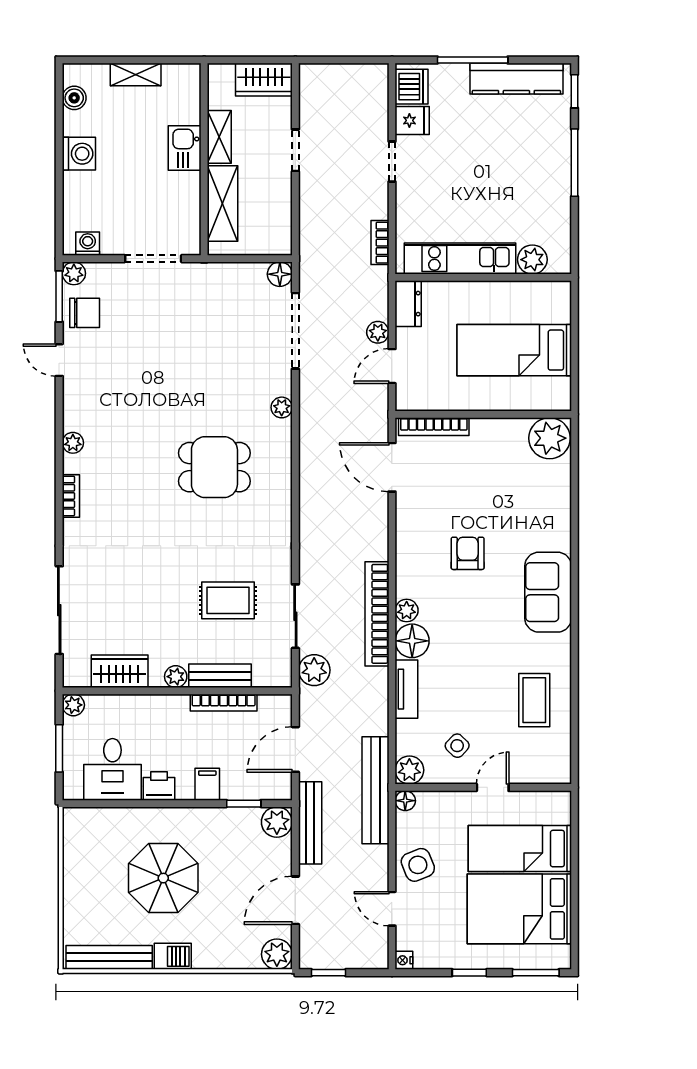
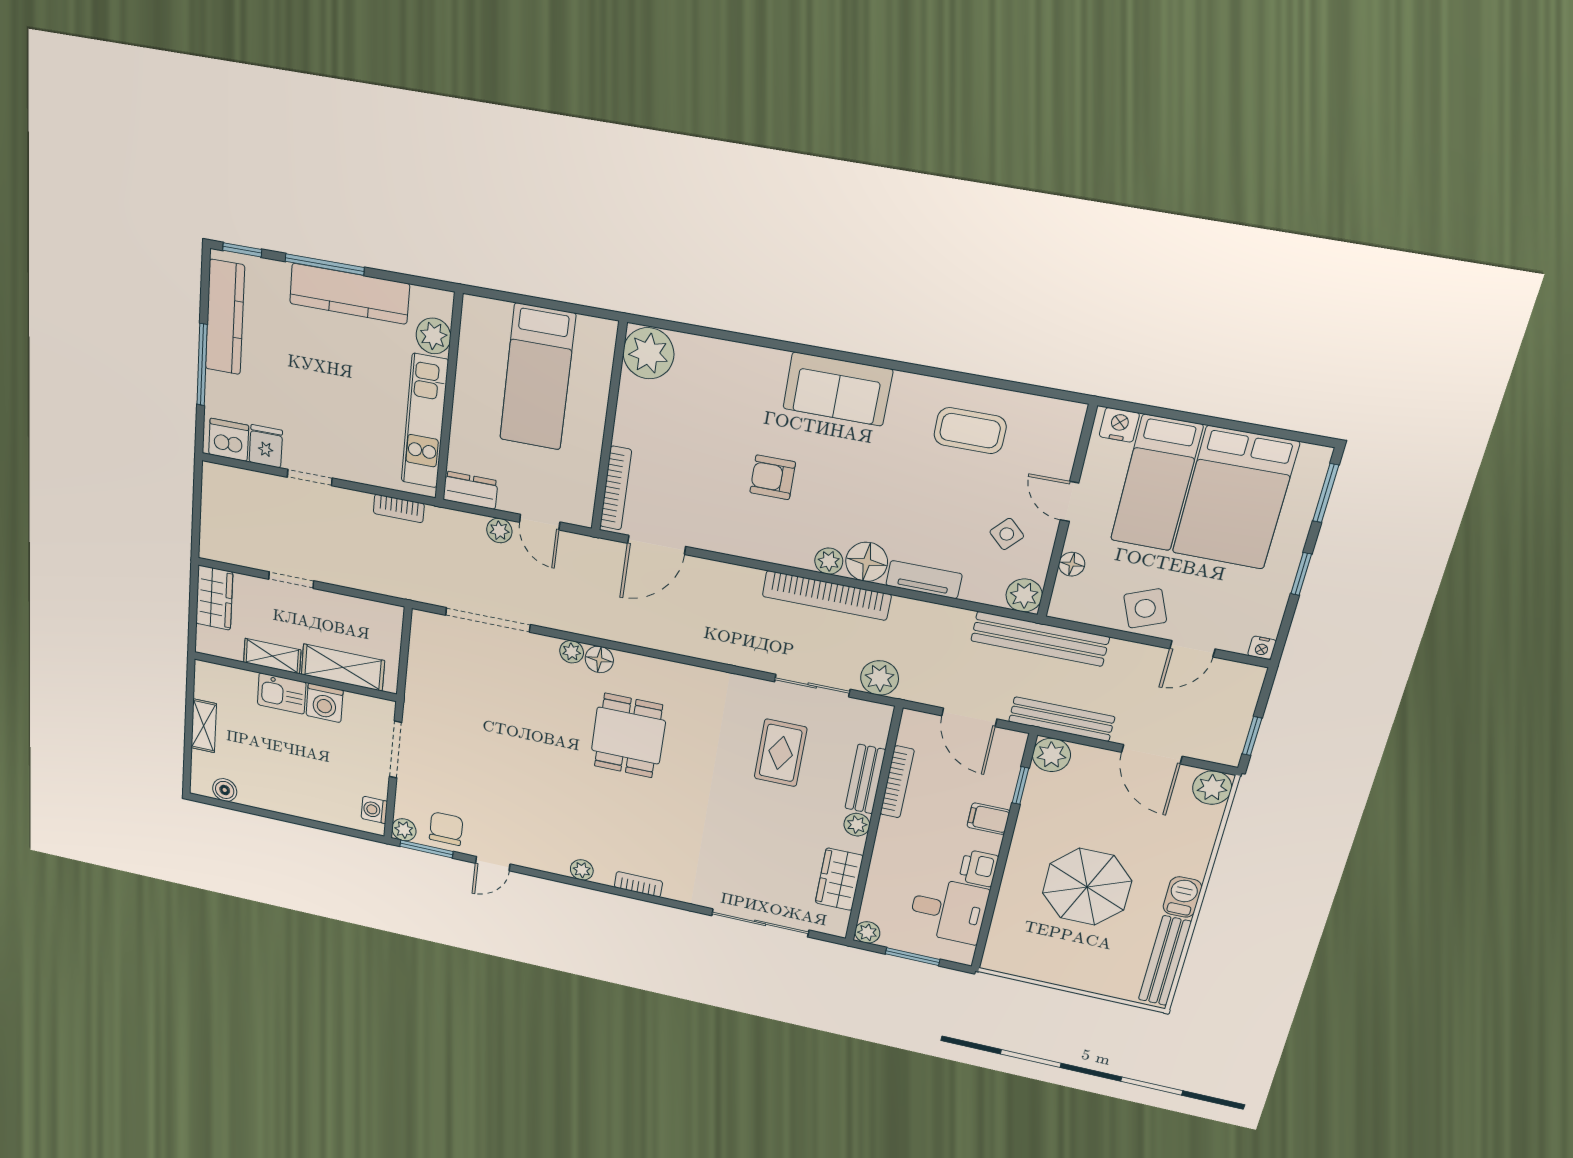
washing machine: (79, 154) -> (325, 703), moved, turned 180
kitchen counter: (554, 186) -> (349, 294), added
floor lamp: (280, 274) -> (599, 659), moved
floor lamp: (405, 801) -> (1072, 564), moved
nightstand: (559, 810) -> (1119, 425), added

